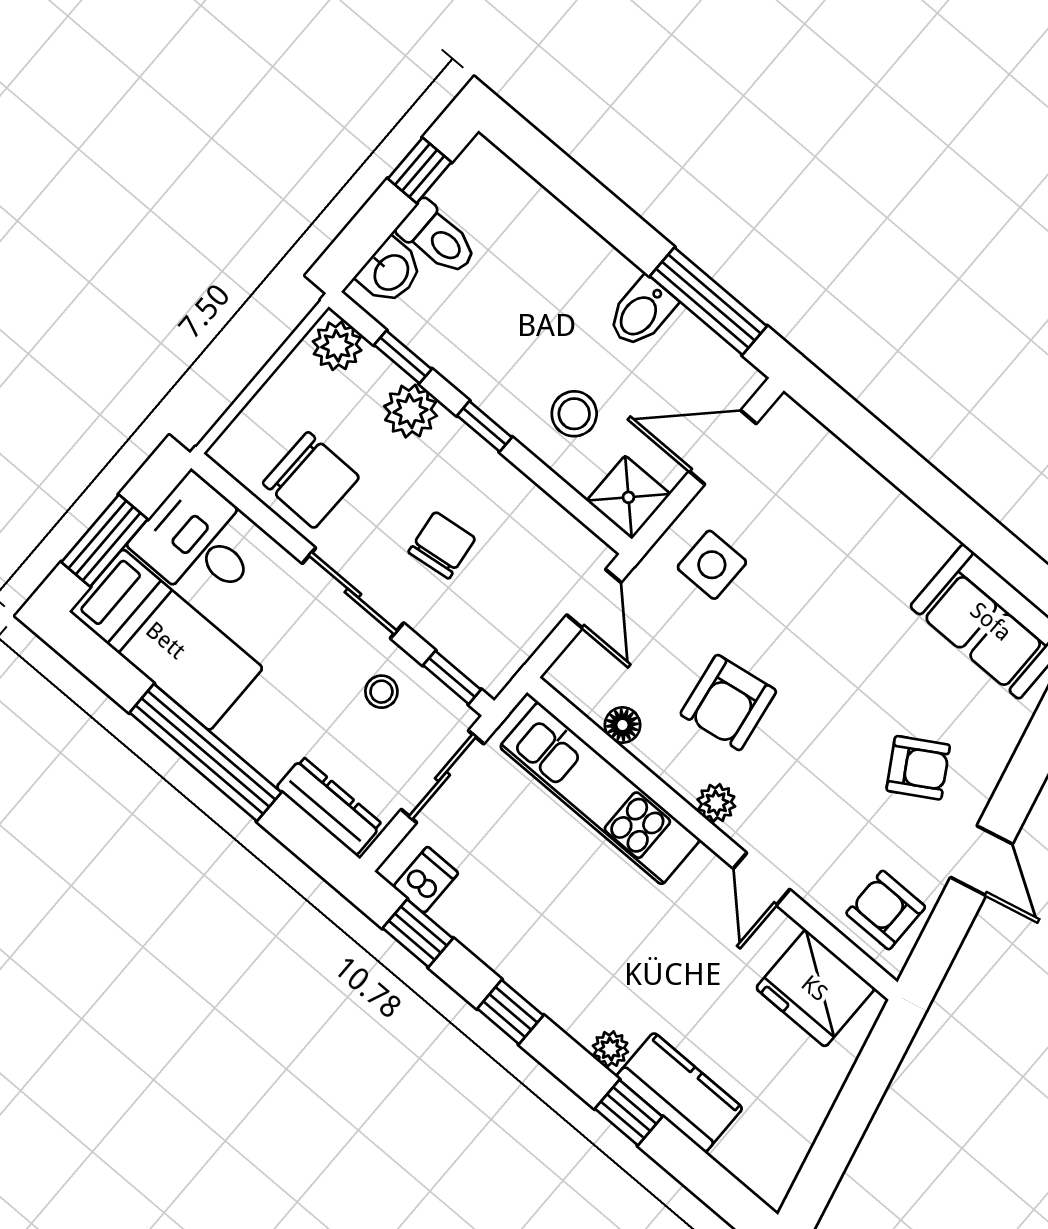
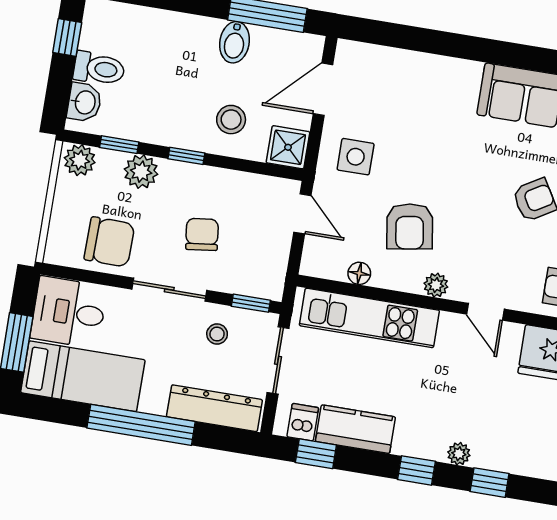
dresser: (329, 806) -> (214, 408), width x1.37, depth x1.24
window: (510, 1012) -> (417, 470), moved
kitchen counter: (679, 1092) -> (355, 429), moved

